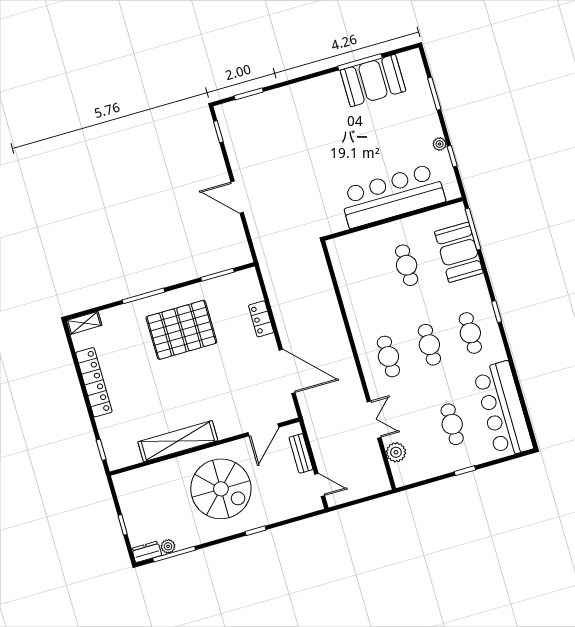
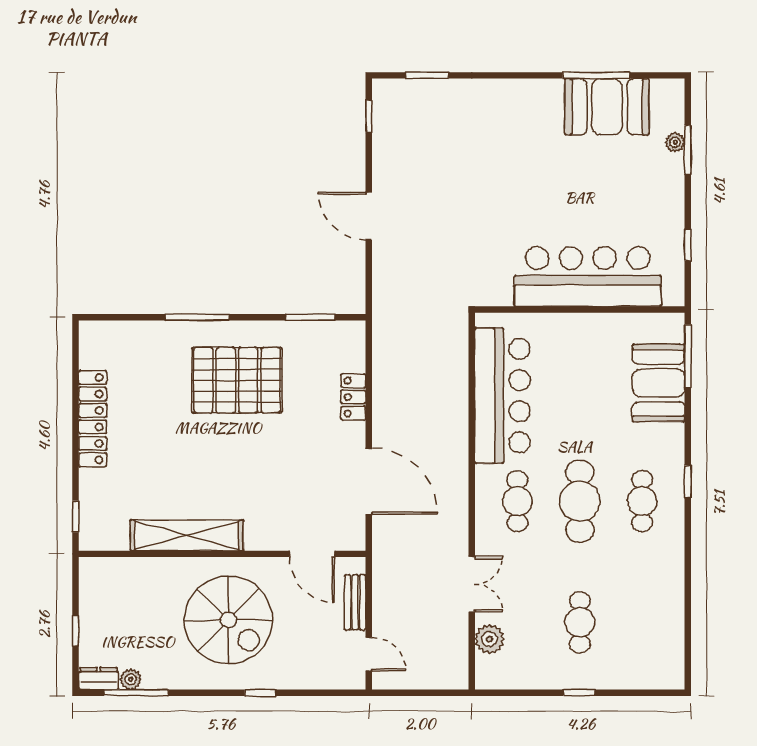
plant: (440, 144) -> (675, 142), moved
cafe table: (407, 265) -> (580, 380), removed
shelving: (84, 323) -> (103, 331), removed
cafe table: (429, 345) -> (580, 501), width x1.37, depth x1.35
bar counter: (503, 410) -> (502, 396), moved, turned 180
door: (263, 430) -> (312, 554), hinge flipped

